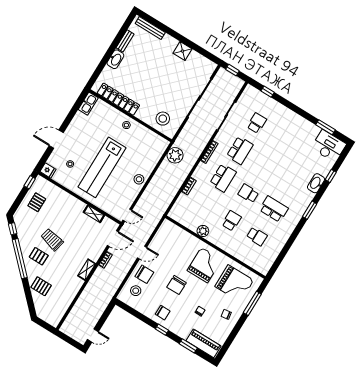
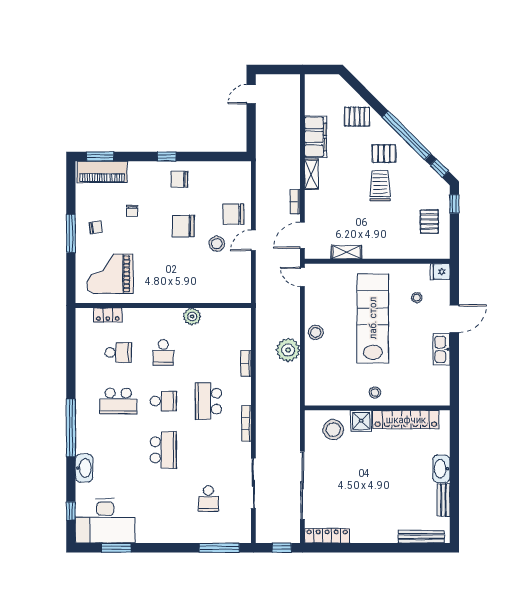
shower: (182, 51) -> (361, 421), moved
locker: (203, 61) -> (327, 536), added
window: (268, 92) -> (219, 548), width x2.17
kitchen sink: (88, 104) -> (441, 349), moved
desk: (329, 146) -> (105, 521), width x1.36, depth x1.30
school desk: (240, 150) -> (163, 450), moved, turned 180
plant: (175, 155) -> (288, 350), moved
window: (331, 176) -> (71, 511), moved
window: (30, 182) -> (454, 204), moved
window: (310, 210) -> (71, 428), width x2.11
door: (127, 215) -> (302, 277), hinge flipped
school desk: (257, 236) -> (118, 352), turned 180
trolley: (52, 239) -> (380, 186), turned -103
locker: (250, 261) -> (108, 315), added
grand piano: (204, 265) -> (163, 274), removed
chair: (177, 285) -> (183, 226), turned -90
filing cabinet: (71, 289) -> (315, 137), added
stool: (136, 291) -> (217, 244), moved
window: (252, 303) -> (71, 233), moved
window: (188, 346) -> (100, 157), moved

